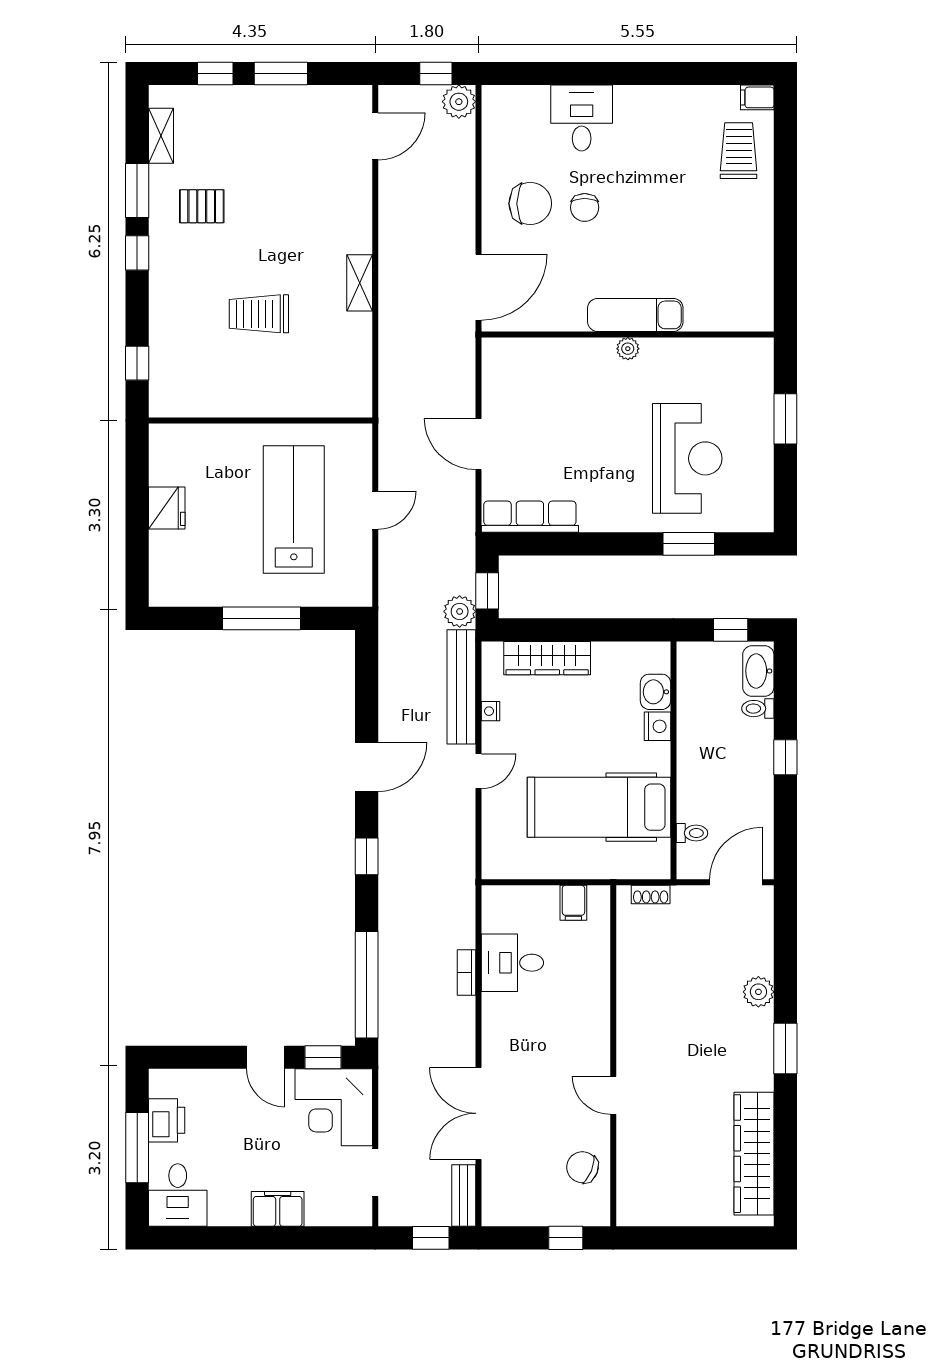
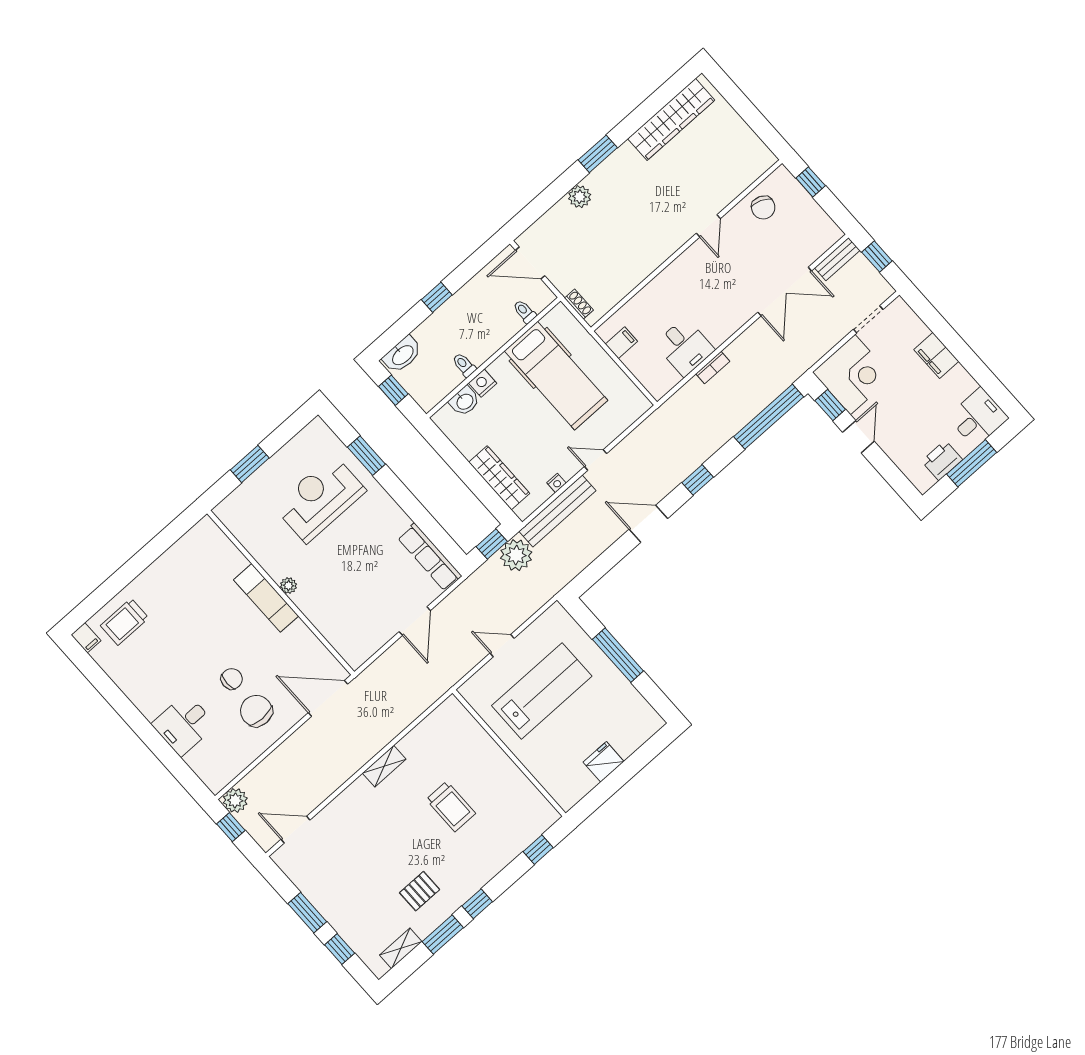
pallet: (202, 206) -> (420, 891), turned 90
lab bench: (294, 509) -> (542, 691), turned 180
plant: (460, 611) -> (516, 555), width x1.36, depth x1.36
toilet: (758, 709) -> (464, 365), moved, turned 180

